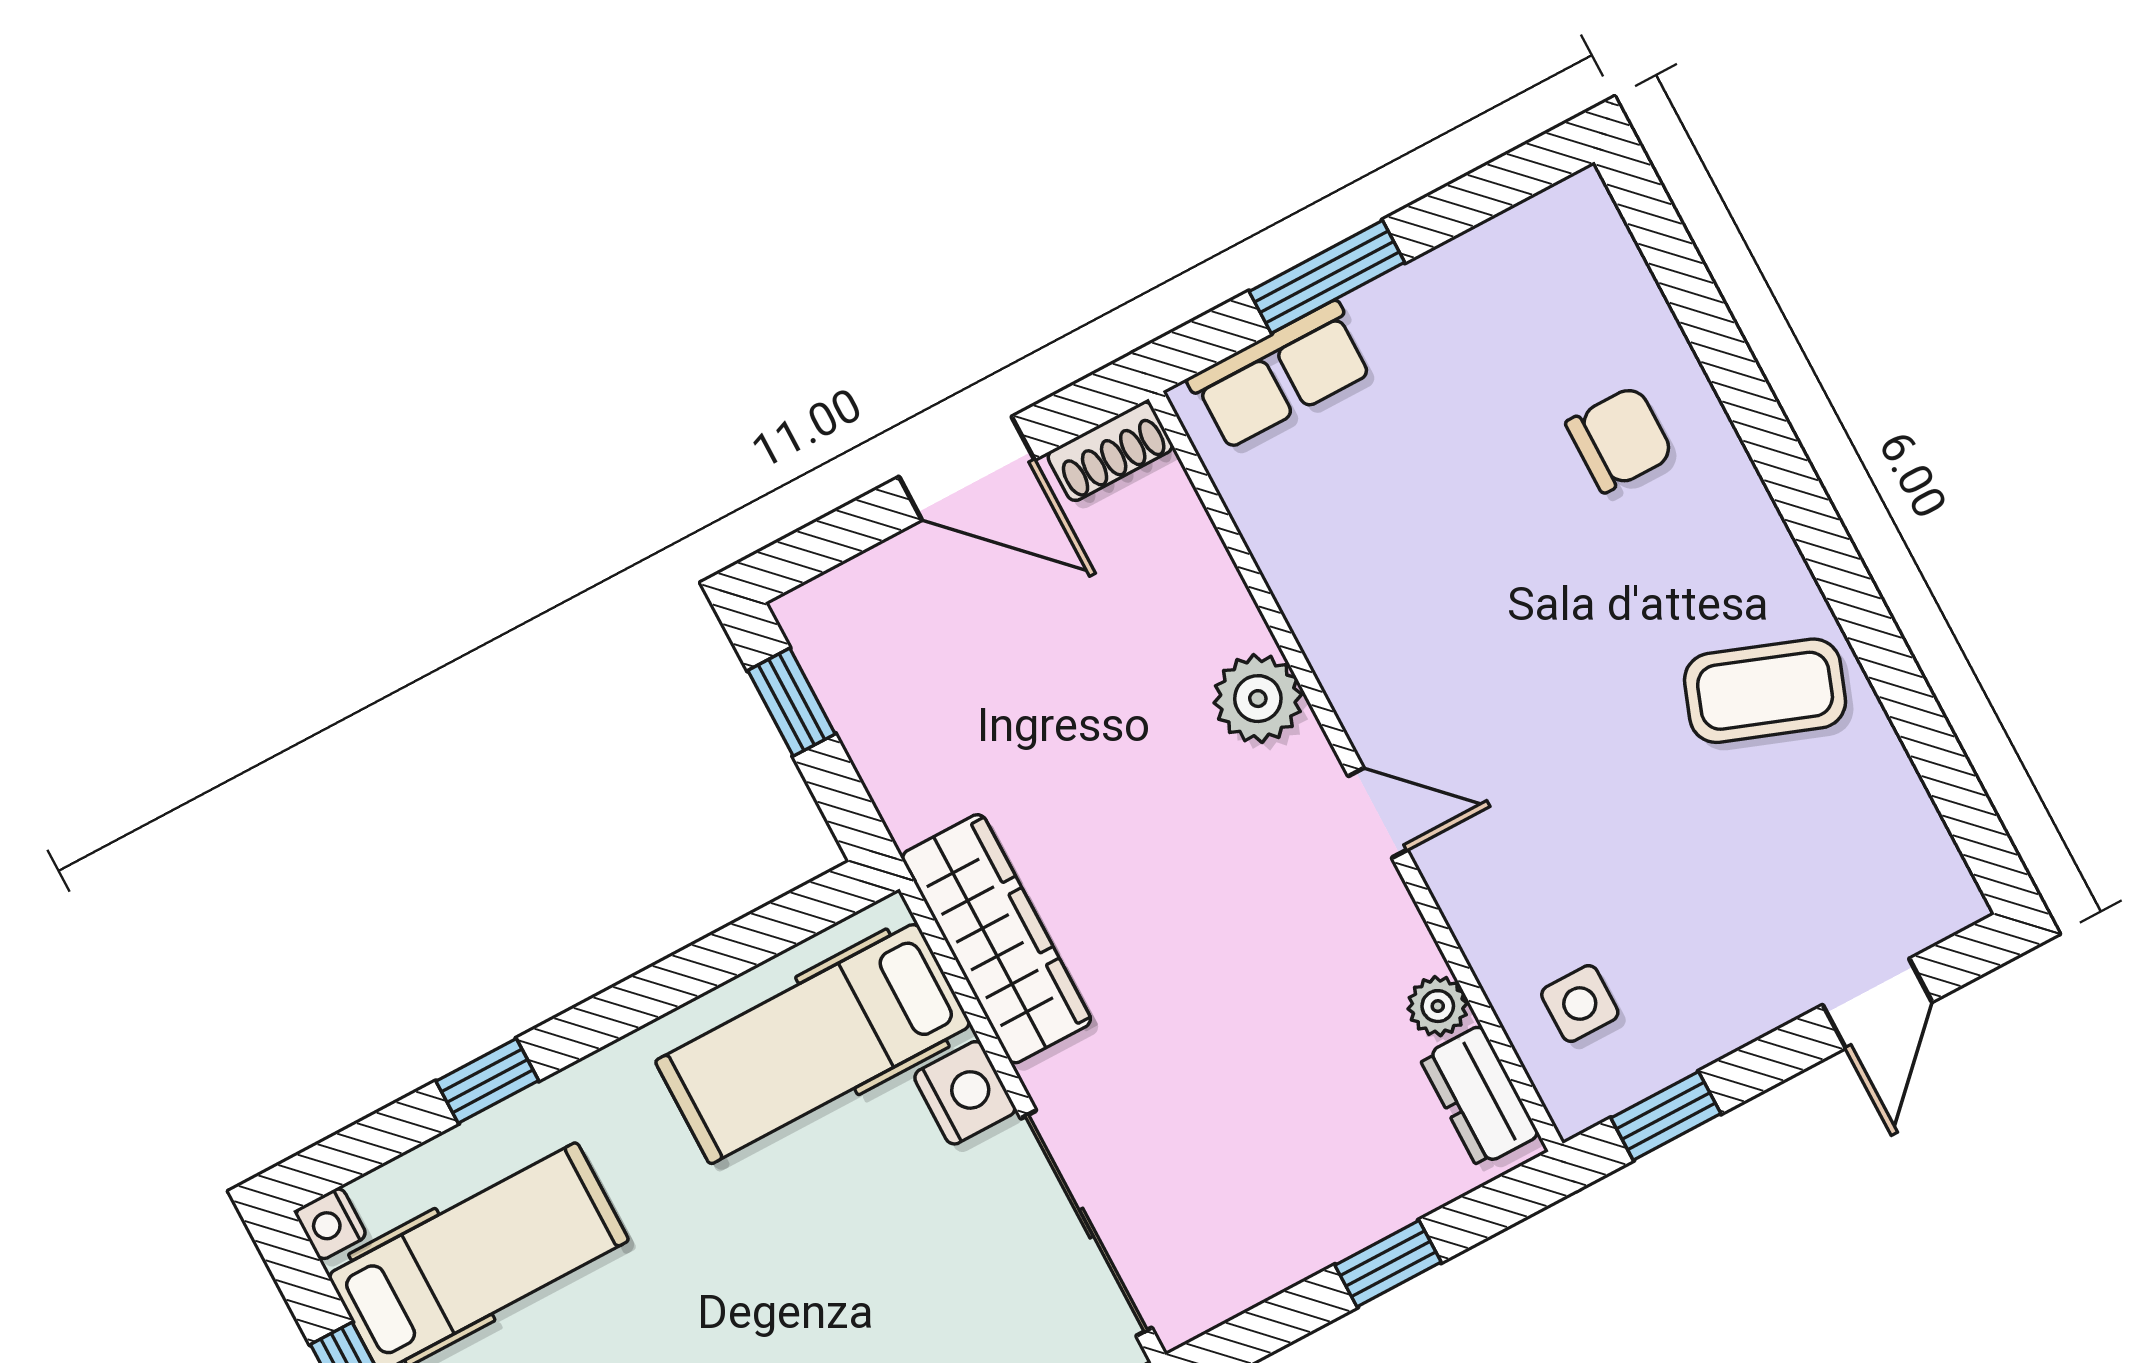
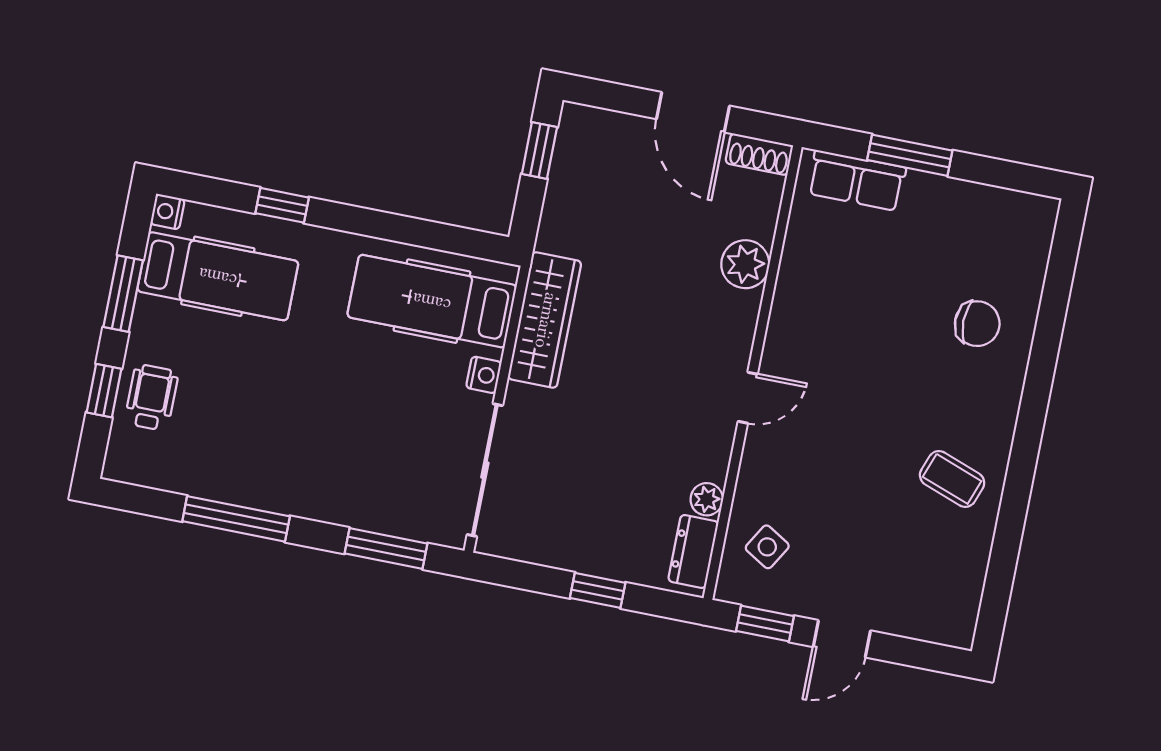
coffee table: (1765, 691) -> (952, 479), width x0.73, depth x0.77
plant: (1258, 699) -> (745, 264), moved
door: (1378, 813) -> (748, 398), hinge flipped
door: (1877, 1003) -> (842, 639), moved
side table: (1580, 1004) -> (767, 547), turned 31
nightstand: (965, 1093) -> (484, 375), width x0.72, depth x0.74

